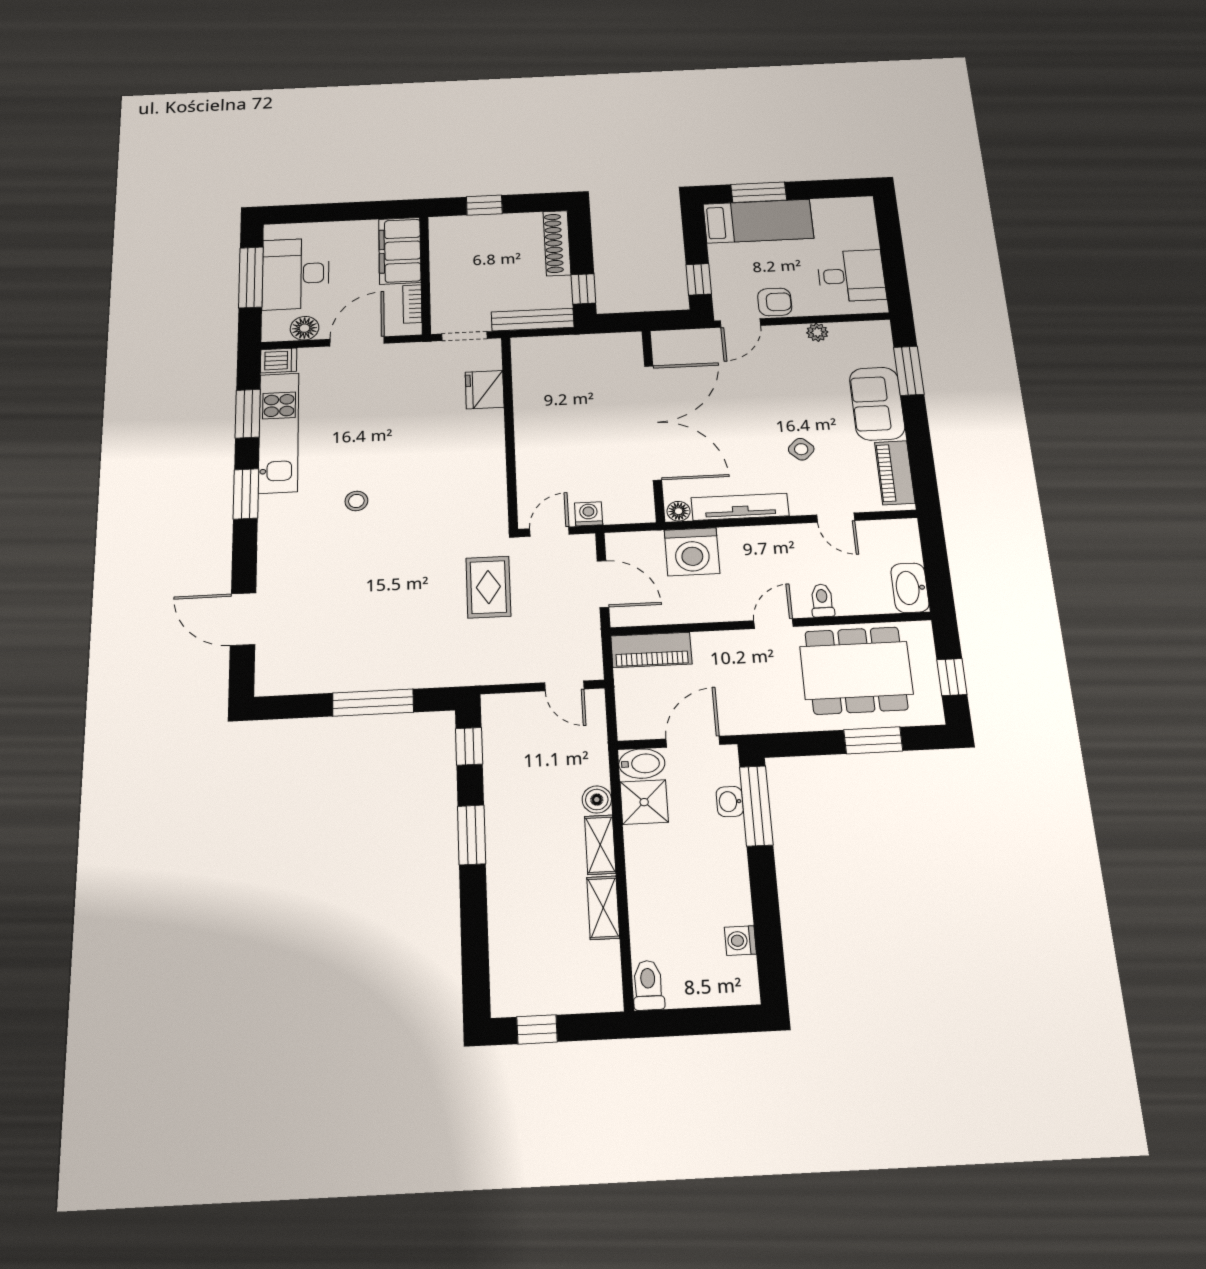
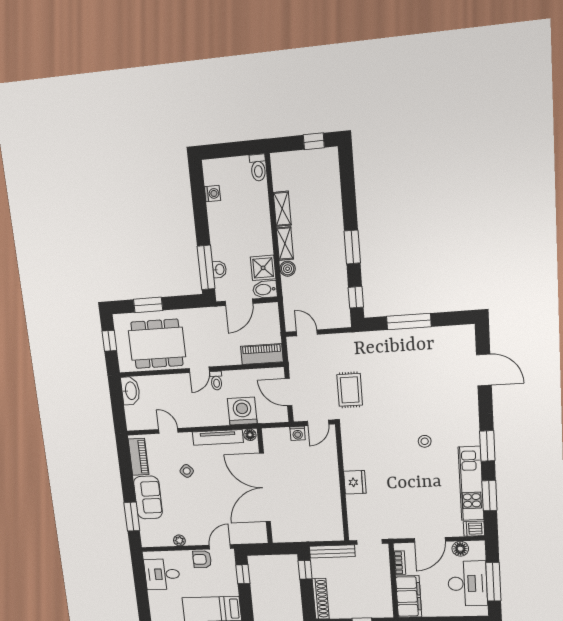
fridge: (485, 390) -> (355, 482), moved
toilet: (822, 600) -> (216, 381), moved

